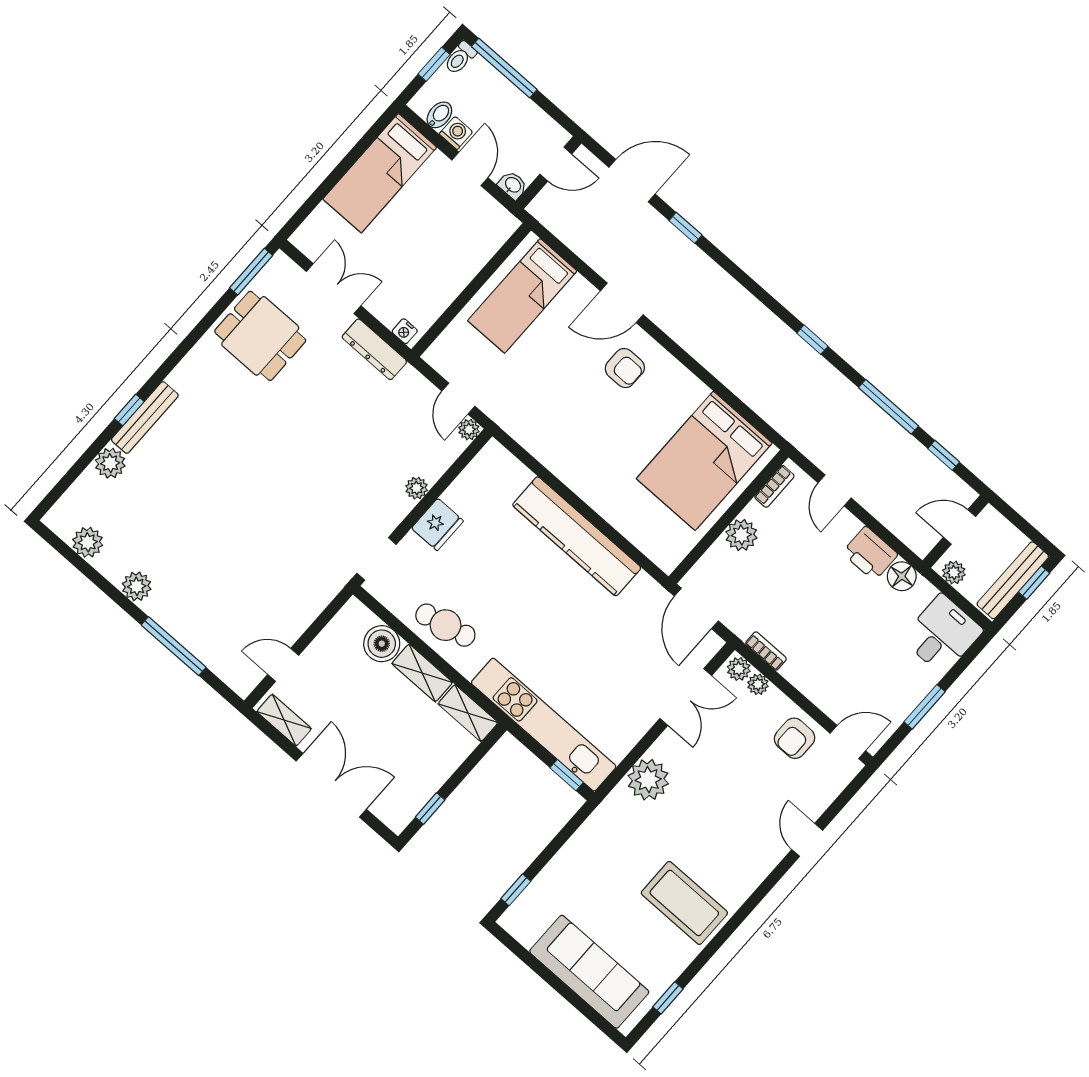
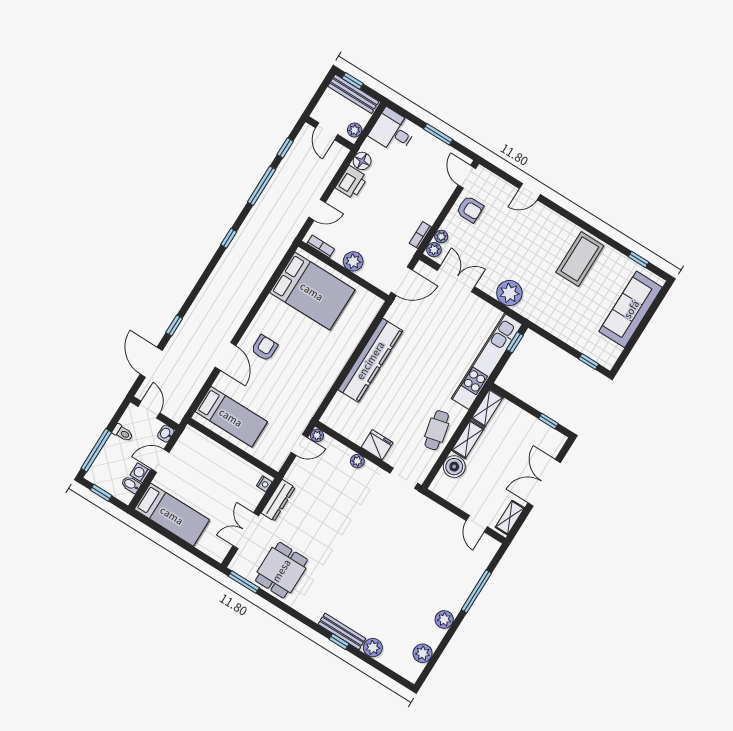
toilet: (460, 58) -> (123, 433), moved

